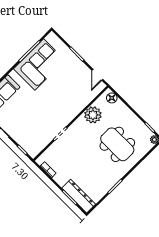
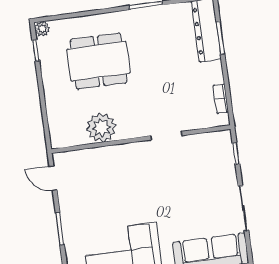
door: (97, 75) -> (53, 178), swing flipped
floor lamp: (112, 98) -> (57, 131), removed
dining table: (117, 144) -> (99, 61), turned 90

